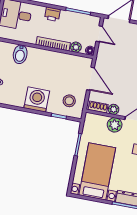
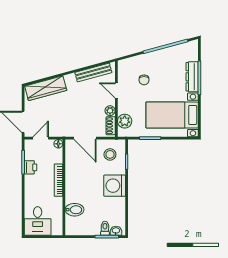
printer: (52, 14) -> (30, 167), moved
plant: (76, 47) -> (58, 158), removed
door: (91, 79) -> (85, 138), swing flipped
plant: (115, 125) -> (125, 121), moved

